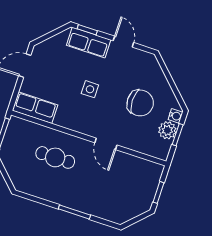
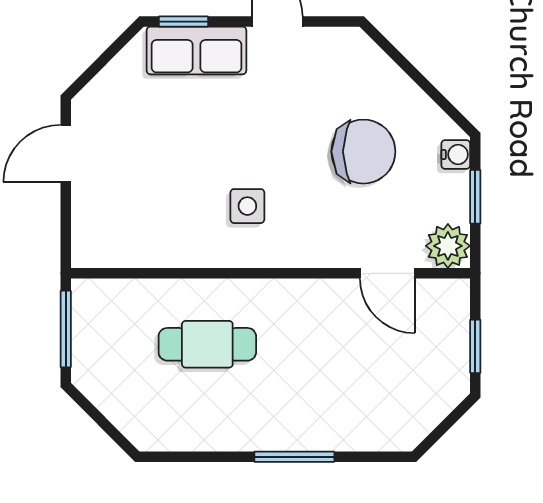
side table: (90, 89) -> (247, 206), moved
row of seats: (35, 108) -> (122, 244), removed
plant: (167, 130) -> (448, 246), moved
door: (106, 144) -> (387, 273), moved

